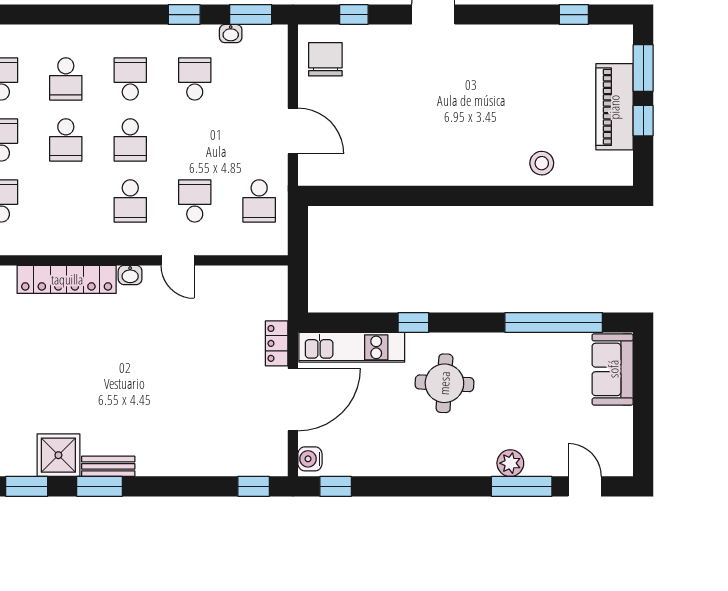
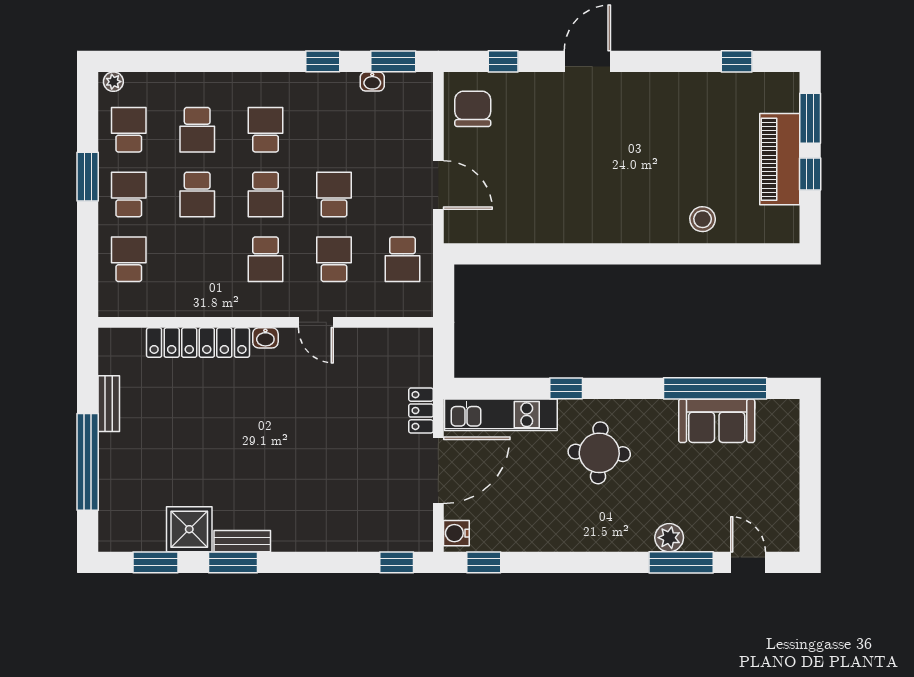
school desk: (195, 79) -> (334, 194), moved
sofa: (613, 369) -> (717, 421), moved, turned -90

